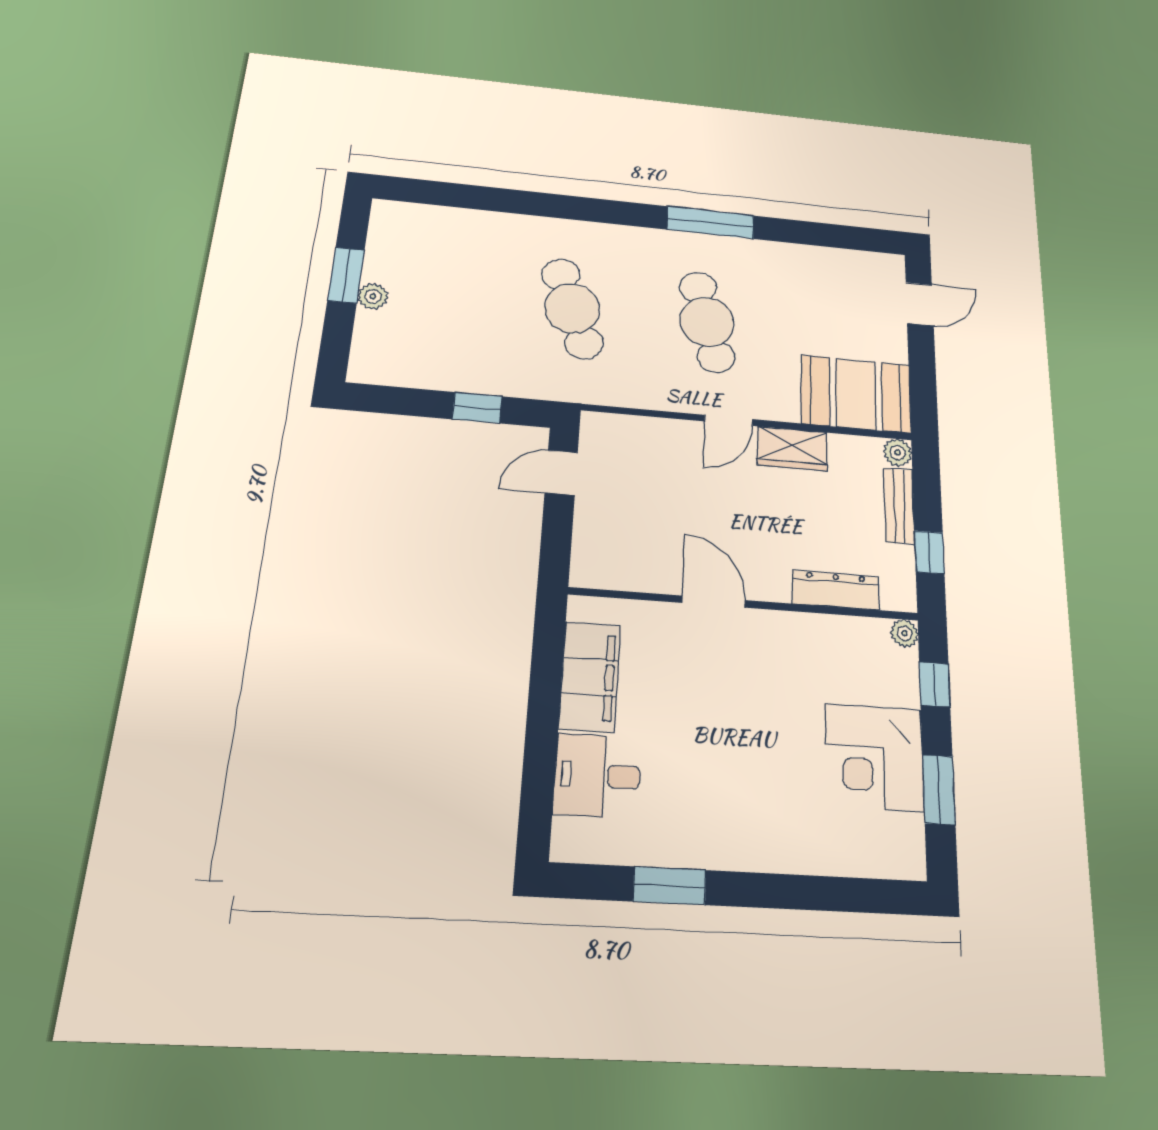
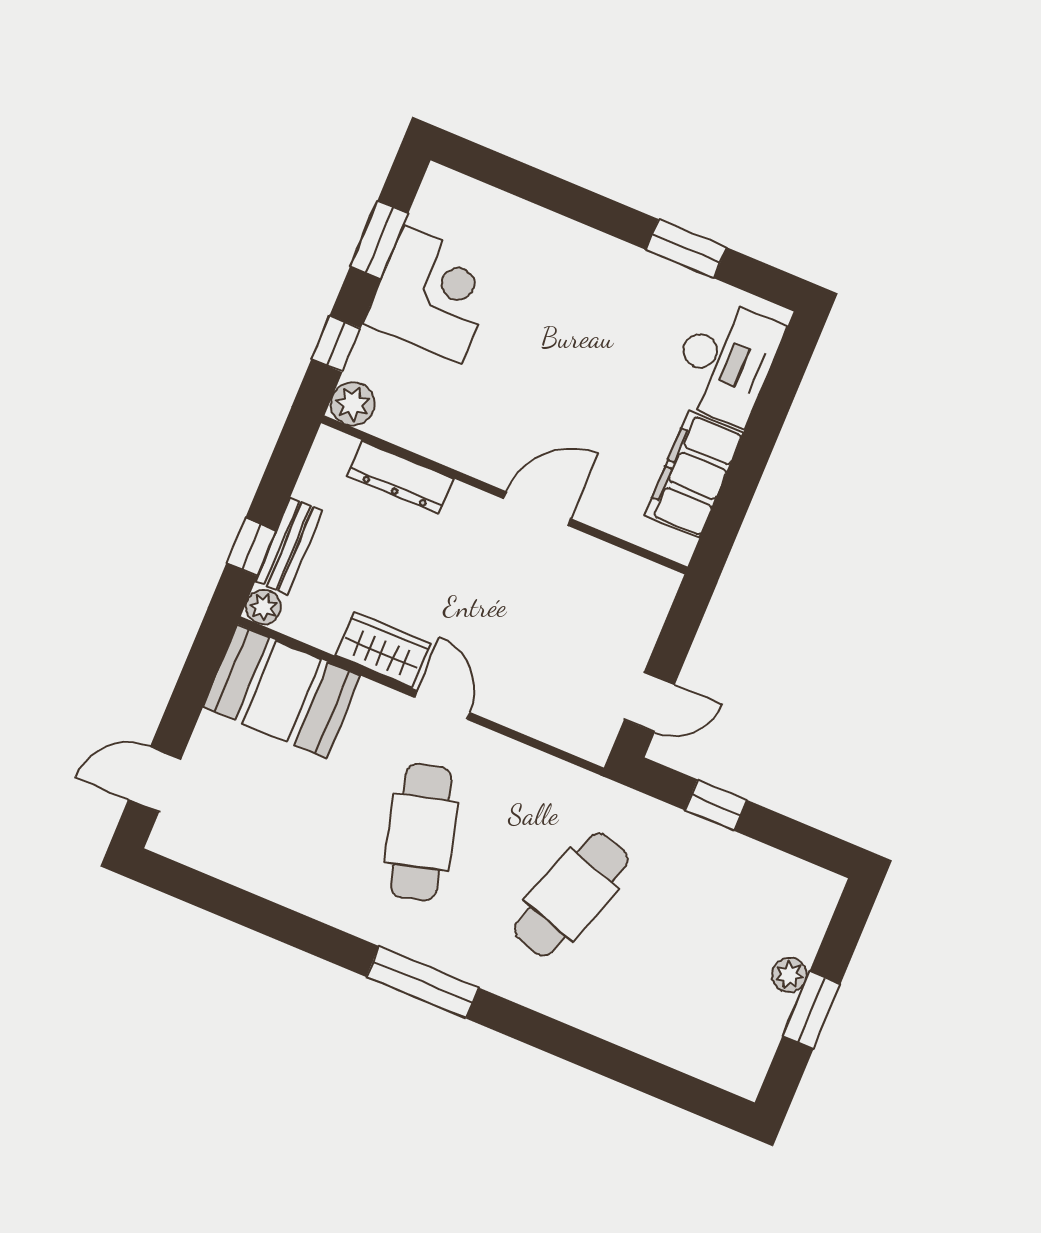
window: (711, 223) -> (423, 982), moved
cafe table: (572, 308) -> (571, 895), turned 39
door: (729, 420) -> (442, 705), hinge flipped
window: (929, 552) -> (251, 547), moved
door: (713, 602) -> (537, 509), swing flipped
plant: (905, 633) -> (353, 404), width x1.38, depth x1.38
desk: (598, 776) -> (725, 361), width x1.37

